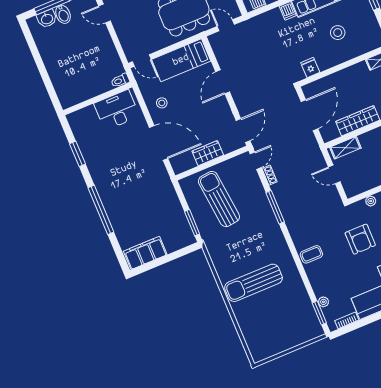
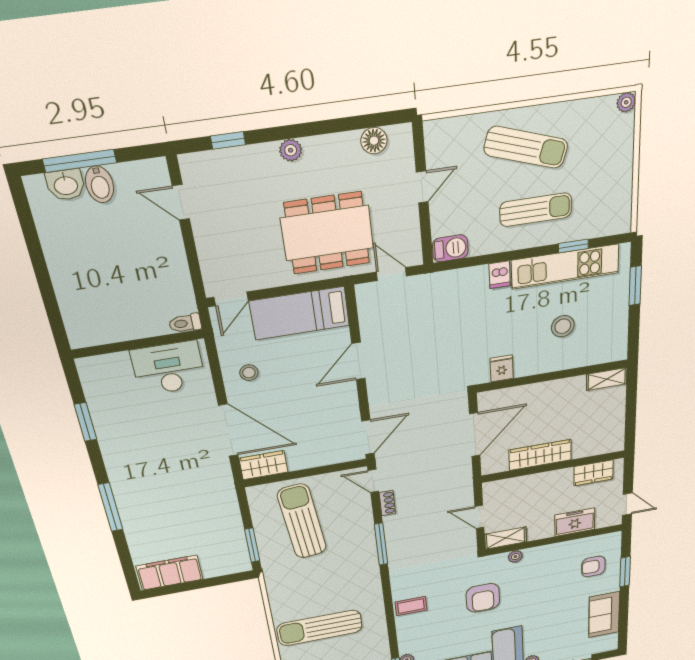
door: (142, 60) -> (231, 299), hinge flipped
shelving: (345, 148) -> (506, 538), moved
wardrobe: (208, 153) -> (264, 465), moved
door: (256, 161) -> (373, 481), swing flipped
window: (101, 210) -> (110, 507), width x0.68

